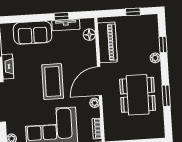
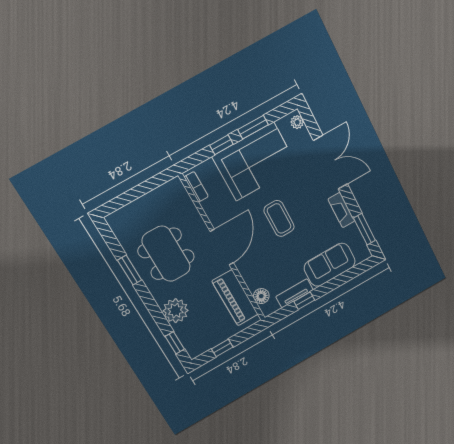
window: (163, 45) -> (175, 343), moved
plant: (155, 58) -> (176, 311), width x1.88, depth x1.88
coffee table: (53, 82) -> (279, 218), width x0.73, depth x0.76
plant: (95, 103) -> (215, 218), removed

